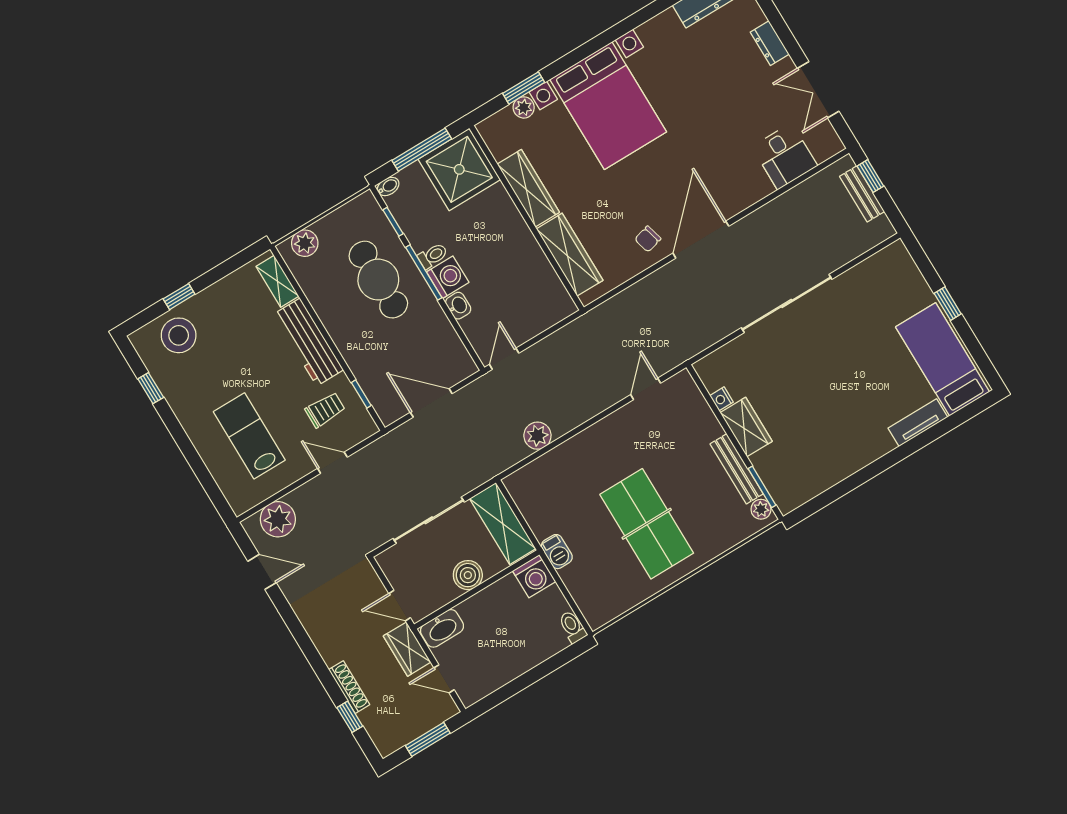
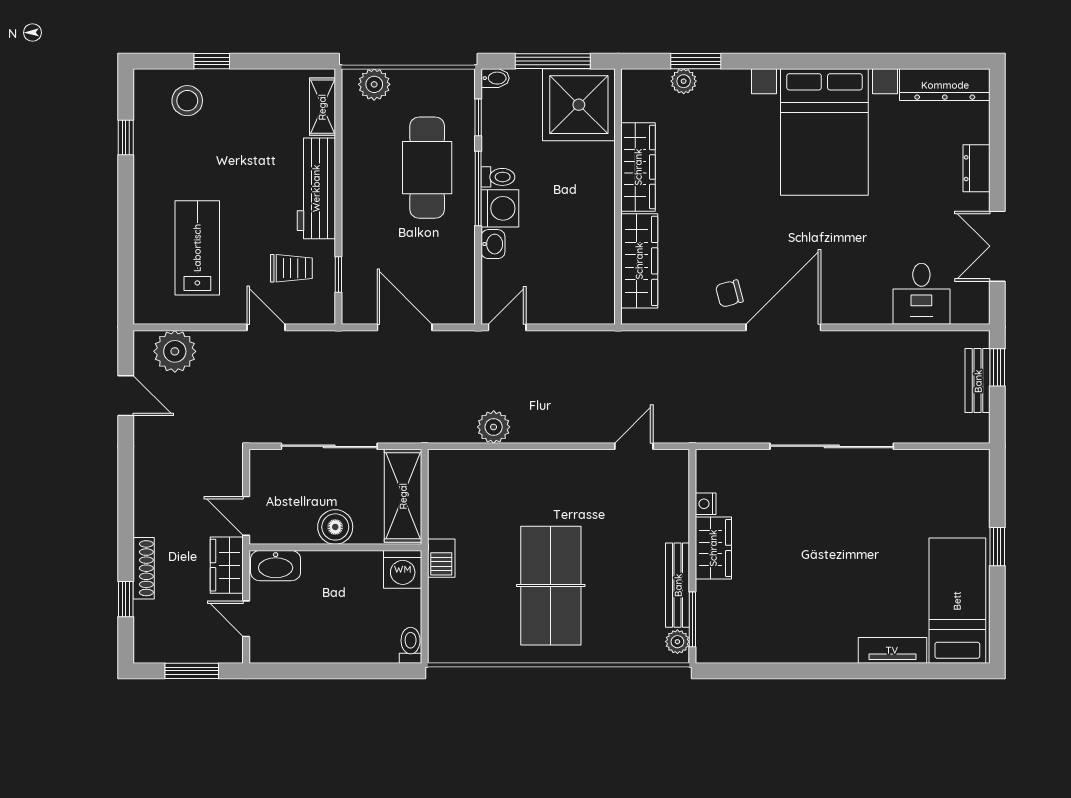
bed with nightstands: (608, 106) -> (824, 132), moved
stool: (179, 335) -> (187, 101), width x0.73, depth x0.73

